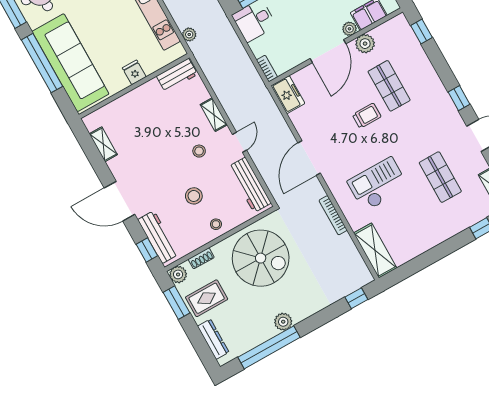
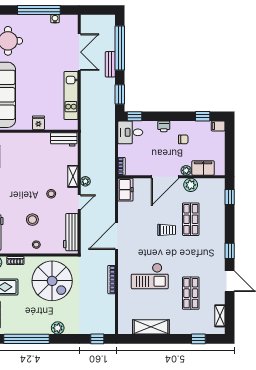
plant: (189, 35) -> (85, 181), moved
checkout: (378, 184) -> (150, 276), turned 180
shelving: (375, 250) -> (151, 327), moved, turned 90
plant: (283, 322) -> (58, 328), moved

